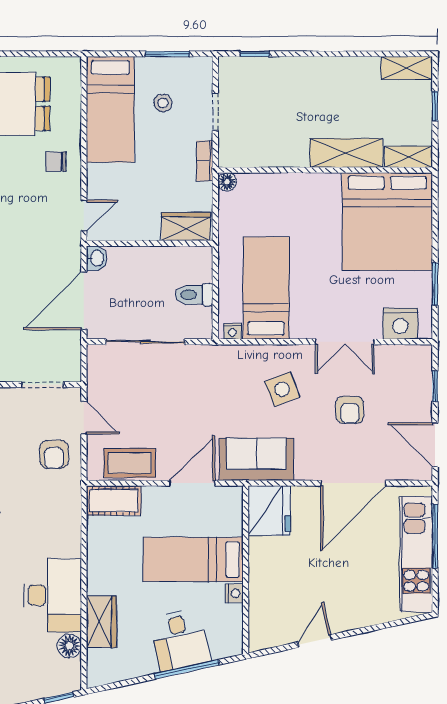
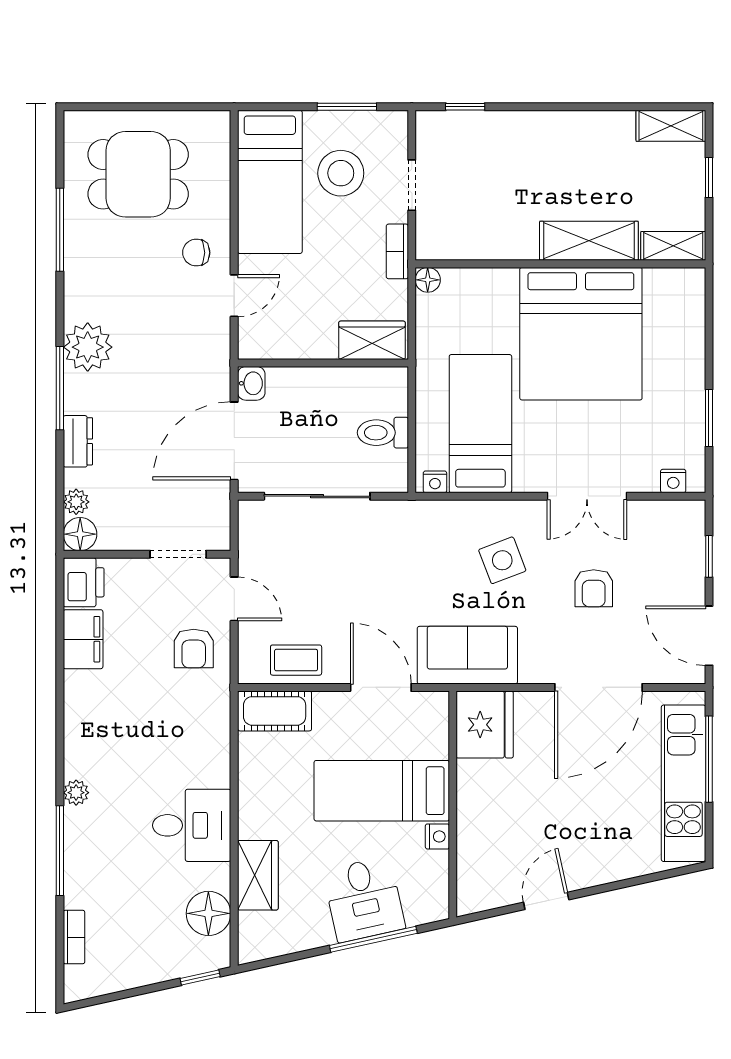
stool: (163, 103) -> (341, 173), width x1.89, depth x1.89
door: (84, 215) -> (234, 296), moved
bed: (387, 222) -> (581, 334), moved
nightstand: (400, 324) -> (673, 481), width x0.53, depth x0.56
coffee table: (130, 463) -> (296, 660), width x0.73, depth x0.77
door: (192, 483) -> (381, 687), hinge flipped
desk: (53, 595) -> (192, 825), width x0.73
floor lamp: (69, 646) -> (208, 913), width x1.38, depth x1.38

